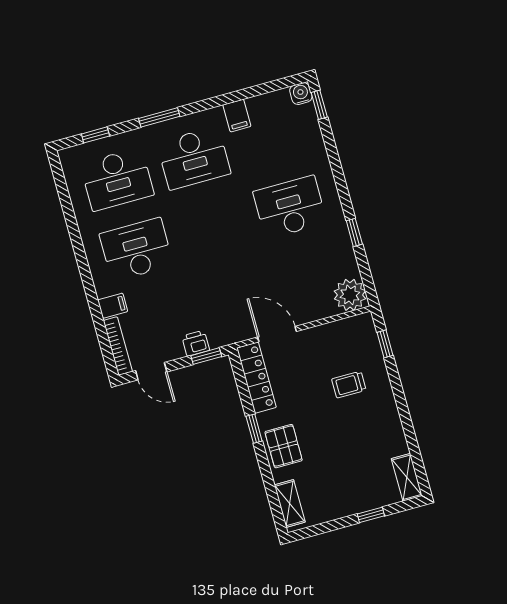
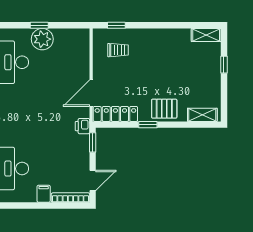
plant: (350, 295) -> (42, 39), moved
printer: (196, 343) -> (82, 126), moved
trolley: (349, 385) -> (118, 50), moved, turned -90

